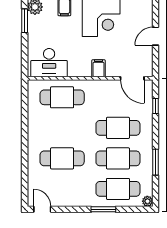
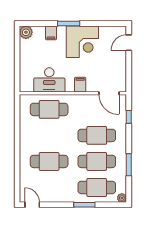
window: (25, 21) -> (17, 44), removed
door: (155, 36) -> (129, 43), moved
desk: (49, 63) -> (49, 80), moved

